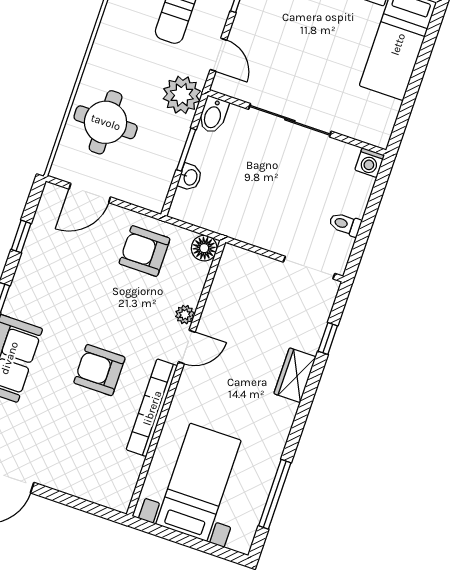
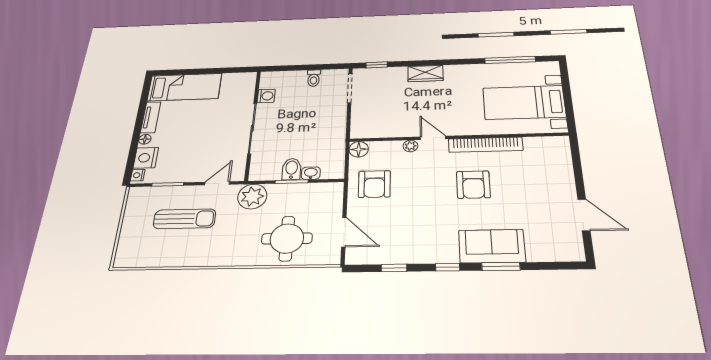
bidet: (213, 115) -> (292, 169), moved, turned -90
washing machine: (370, 163) -> (266, 96), moved
window: (328, 339) -> (377, 65), moved

